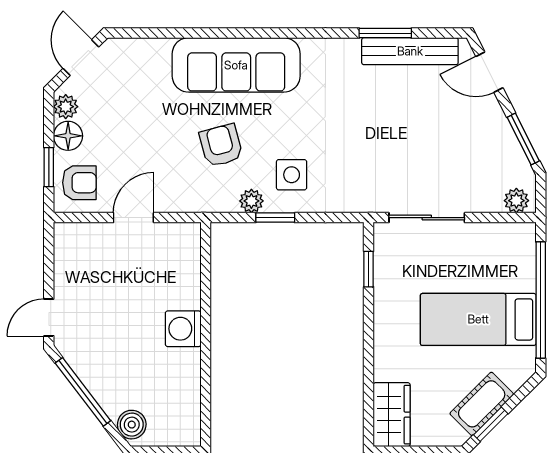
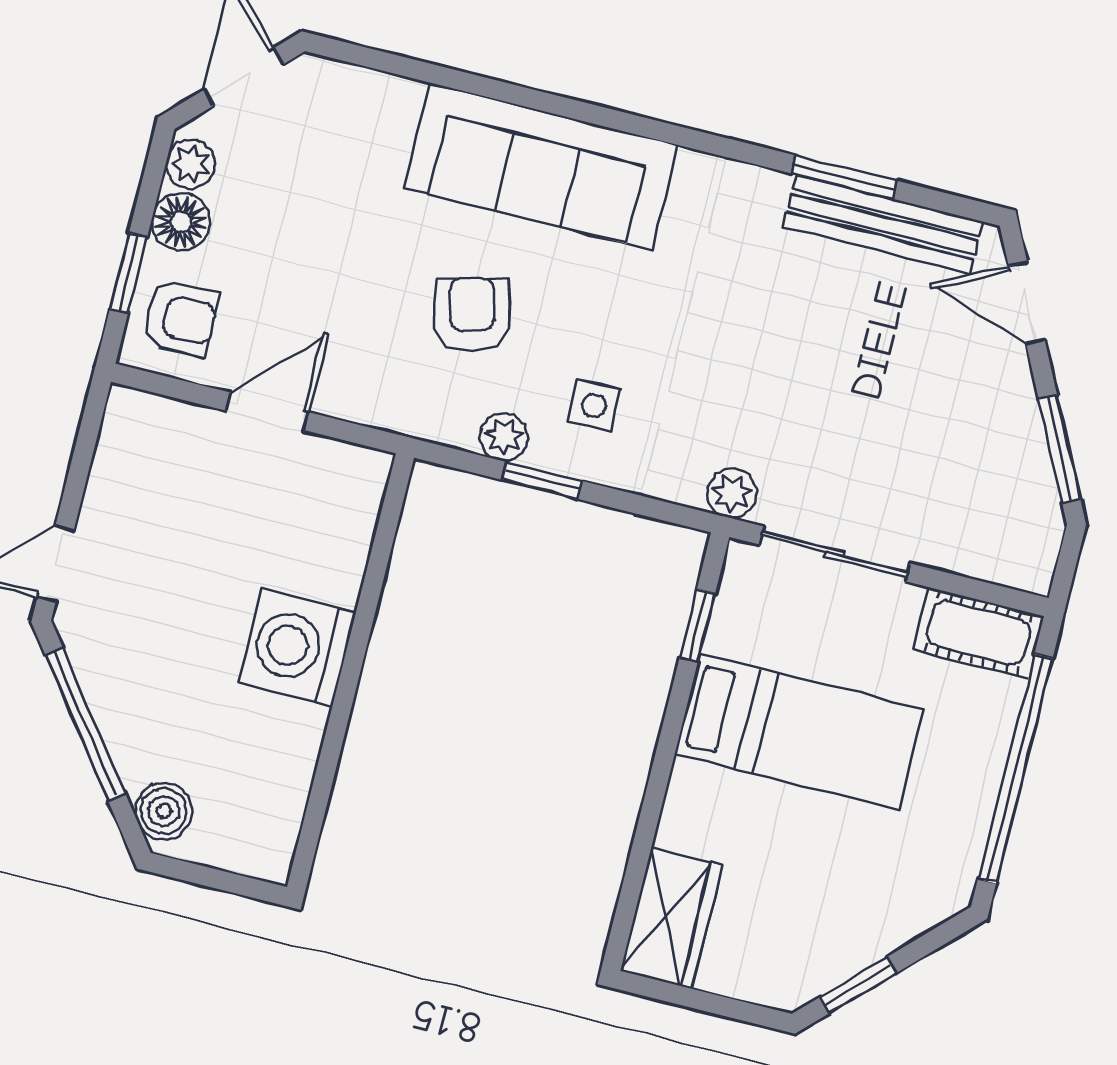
side table: (292, 175) -> (594, 406), width x0.73, depth x0.73
plant: (516, 201) -> (732, 493), moved
bed: (478, 319) -> (799, 732), moved, turned 180
washing machine: (183, 329) -> (297, 648), width x1.37, depth x1.37
cot: (482, 404) -> (978, 633), moved, turned 45

